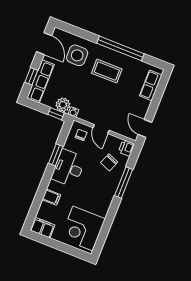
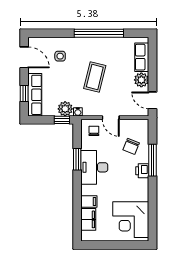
side table: (77, 55) -> (60, 56), width x0.54, depth x0.54
coffee table: (107, 71) -> (95, 77), moved, turned -76
plant: (142, 106) -> (141, 80), added
printer: (127, 148) -> (142, 171), moved
filing cabinet: (43, 228) -> (88, 219), moved, turned 90

